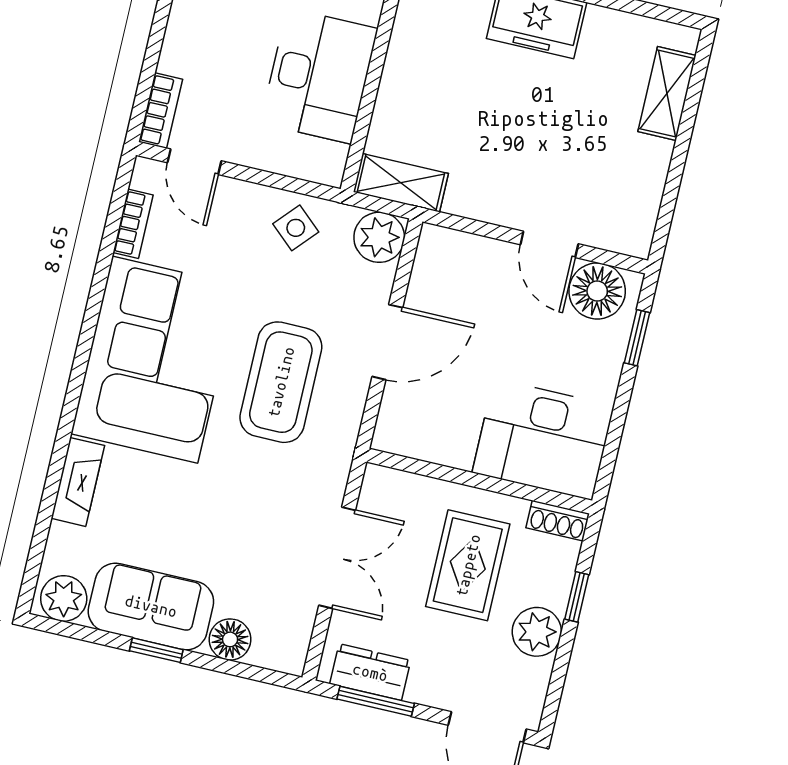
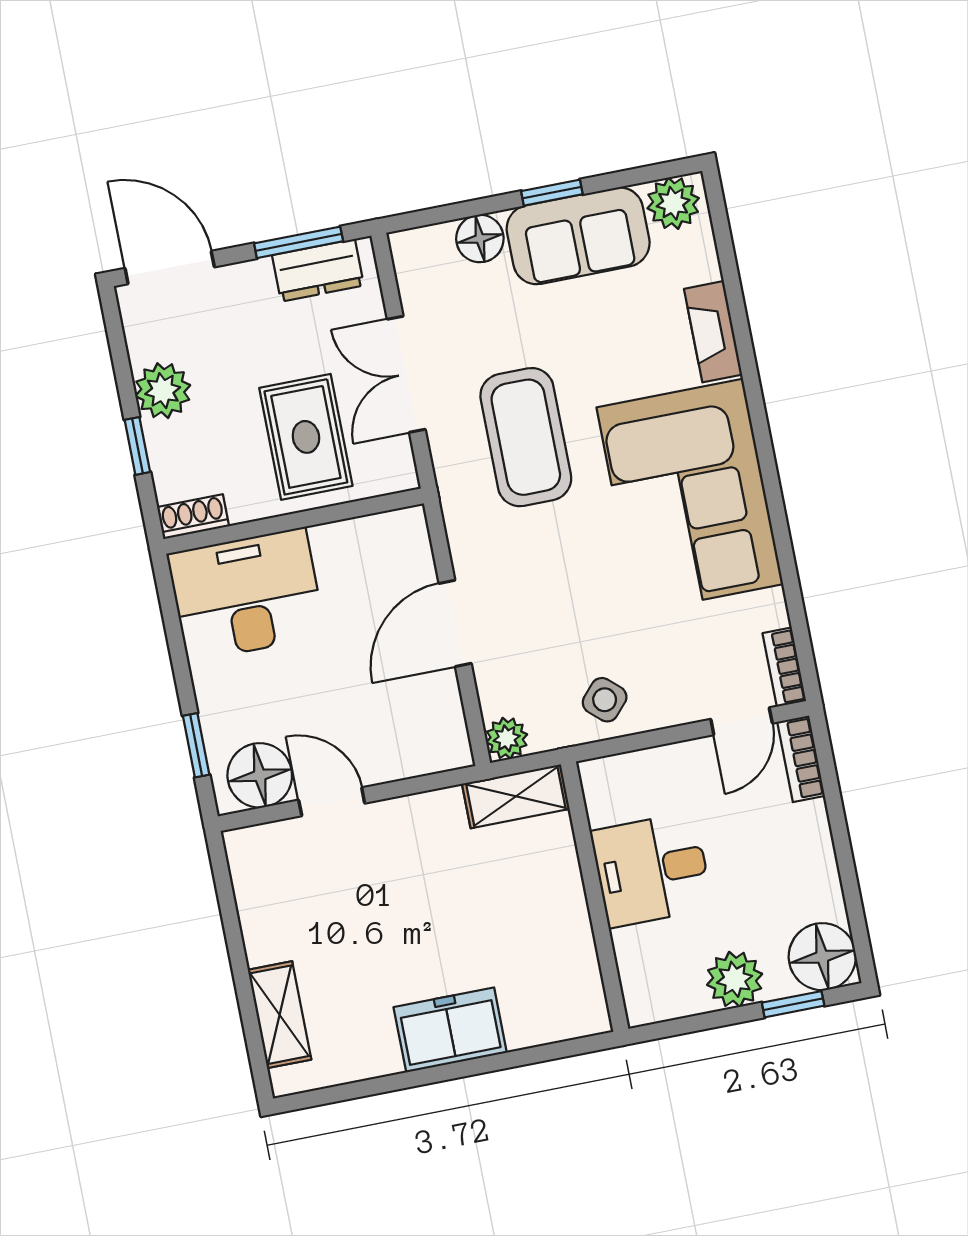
desk: (319, 76) -> (652, 870), width x0.73
door: (194, 162) -> (742, 721), swing flipped
bookcase: (133, 224) -> (784, 667), moved
plant: (379, 237) -> (507, 738), width x0.73, depth x0.73
coffee table: (281, 382) -> (526, 437), moved
rug: (468, 565) -> (306, 437), moved

